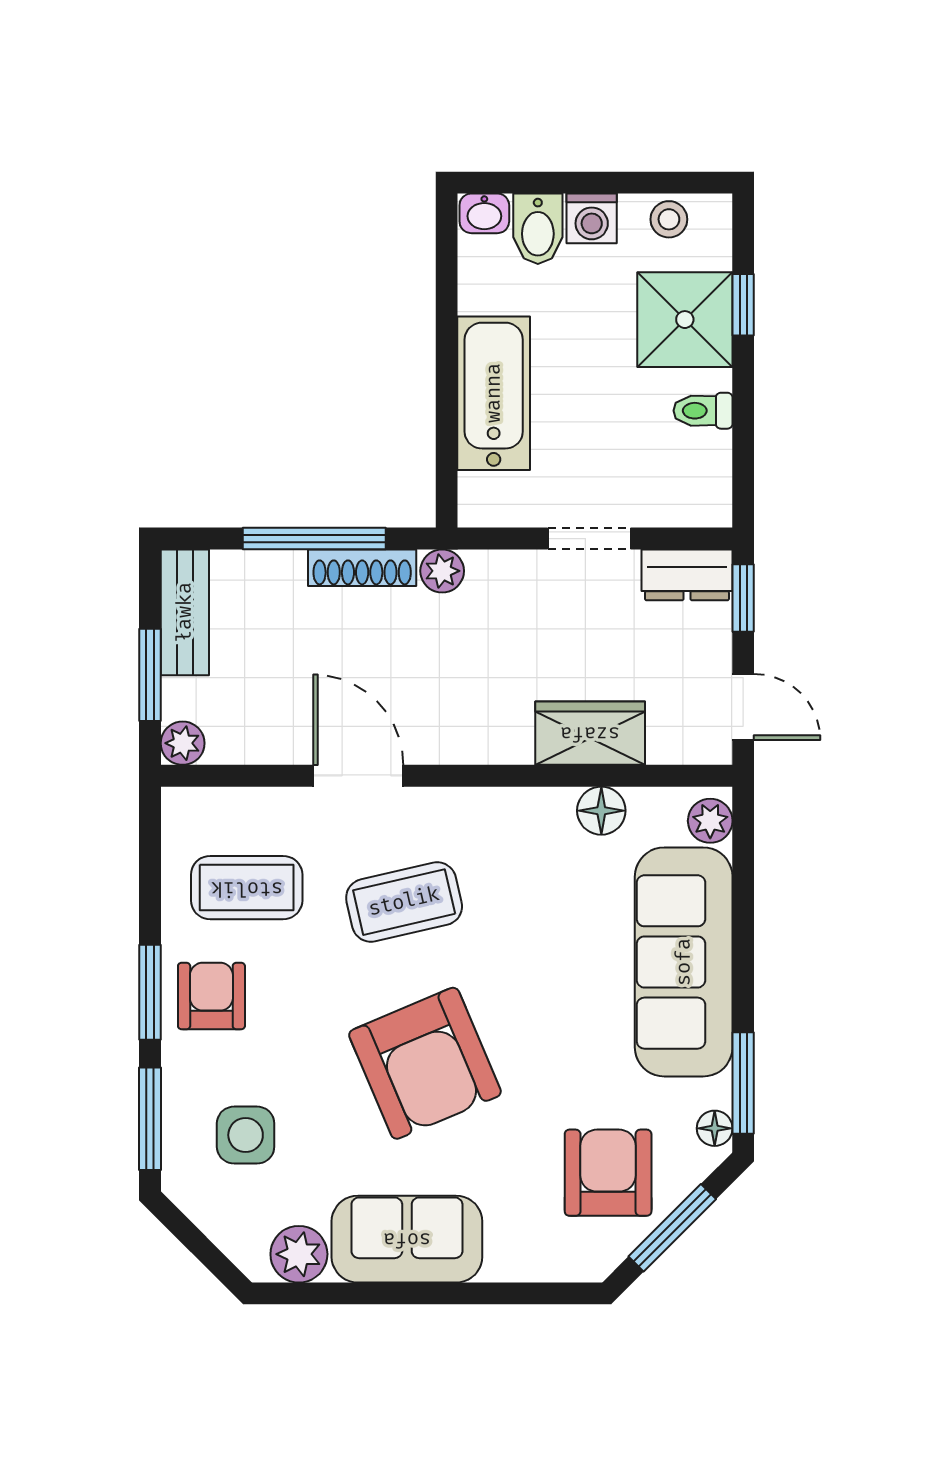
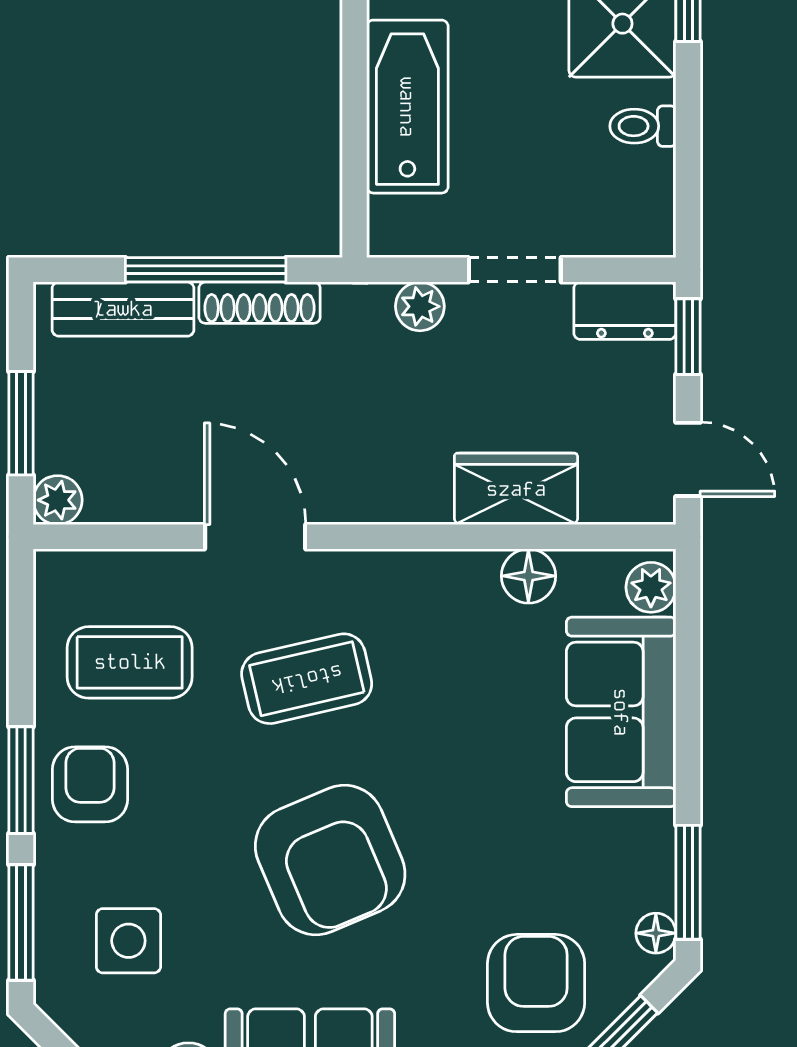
plant: (442, 571) -> (420, 306), moved
bench: (185, 612) -> (123, 309), moved, turned 90
sofa: (684, 962) -> (621, 712), width x0.73

